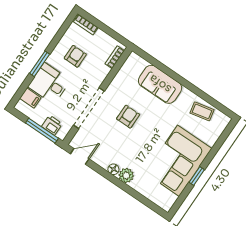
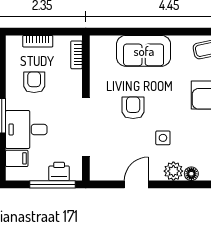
bookcase: (86, 25) -> (38, 41), moved
side table: (134, 149) -> (163, 138), added
door: (80, 156) -> (136, 184), moved
floor lamp: (113, 169) -> (191, 174), moved

